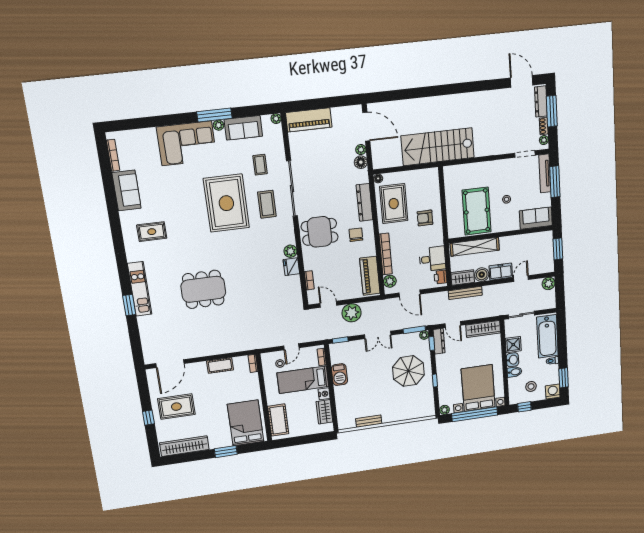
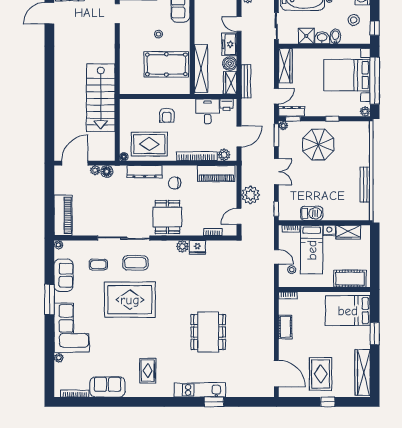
plant: (219, 125) -> (59, 358), moved
bench: (369, 421) -> (365, 185), width x1.36

